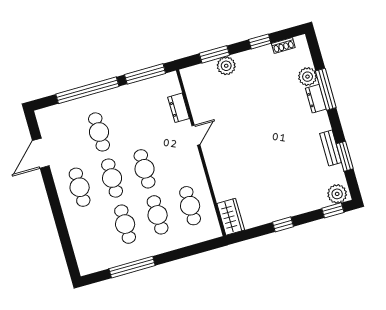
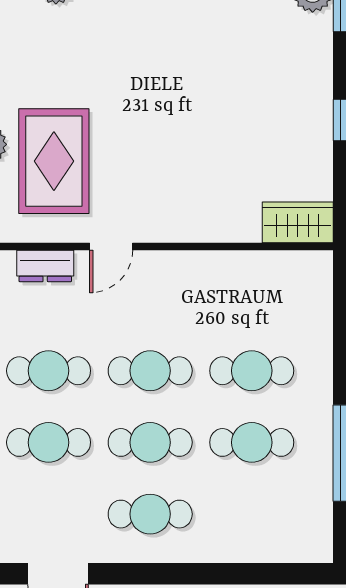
rug: (227, 98) -> (54, 161), added
door: (196, 135) -> (111, 246), swing flipped
cafe table: (190, 206) -> (49, 371), moved

